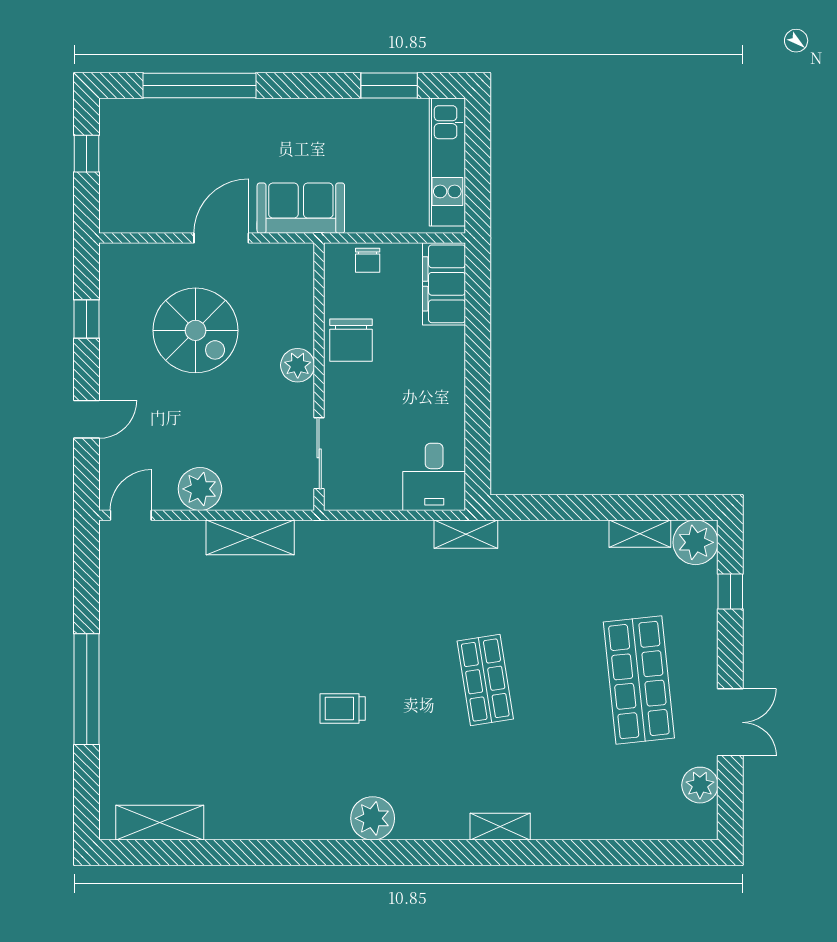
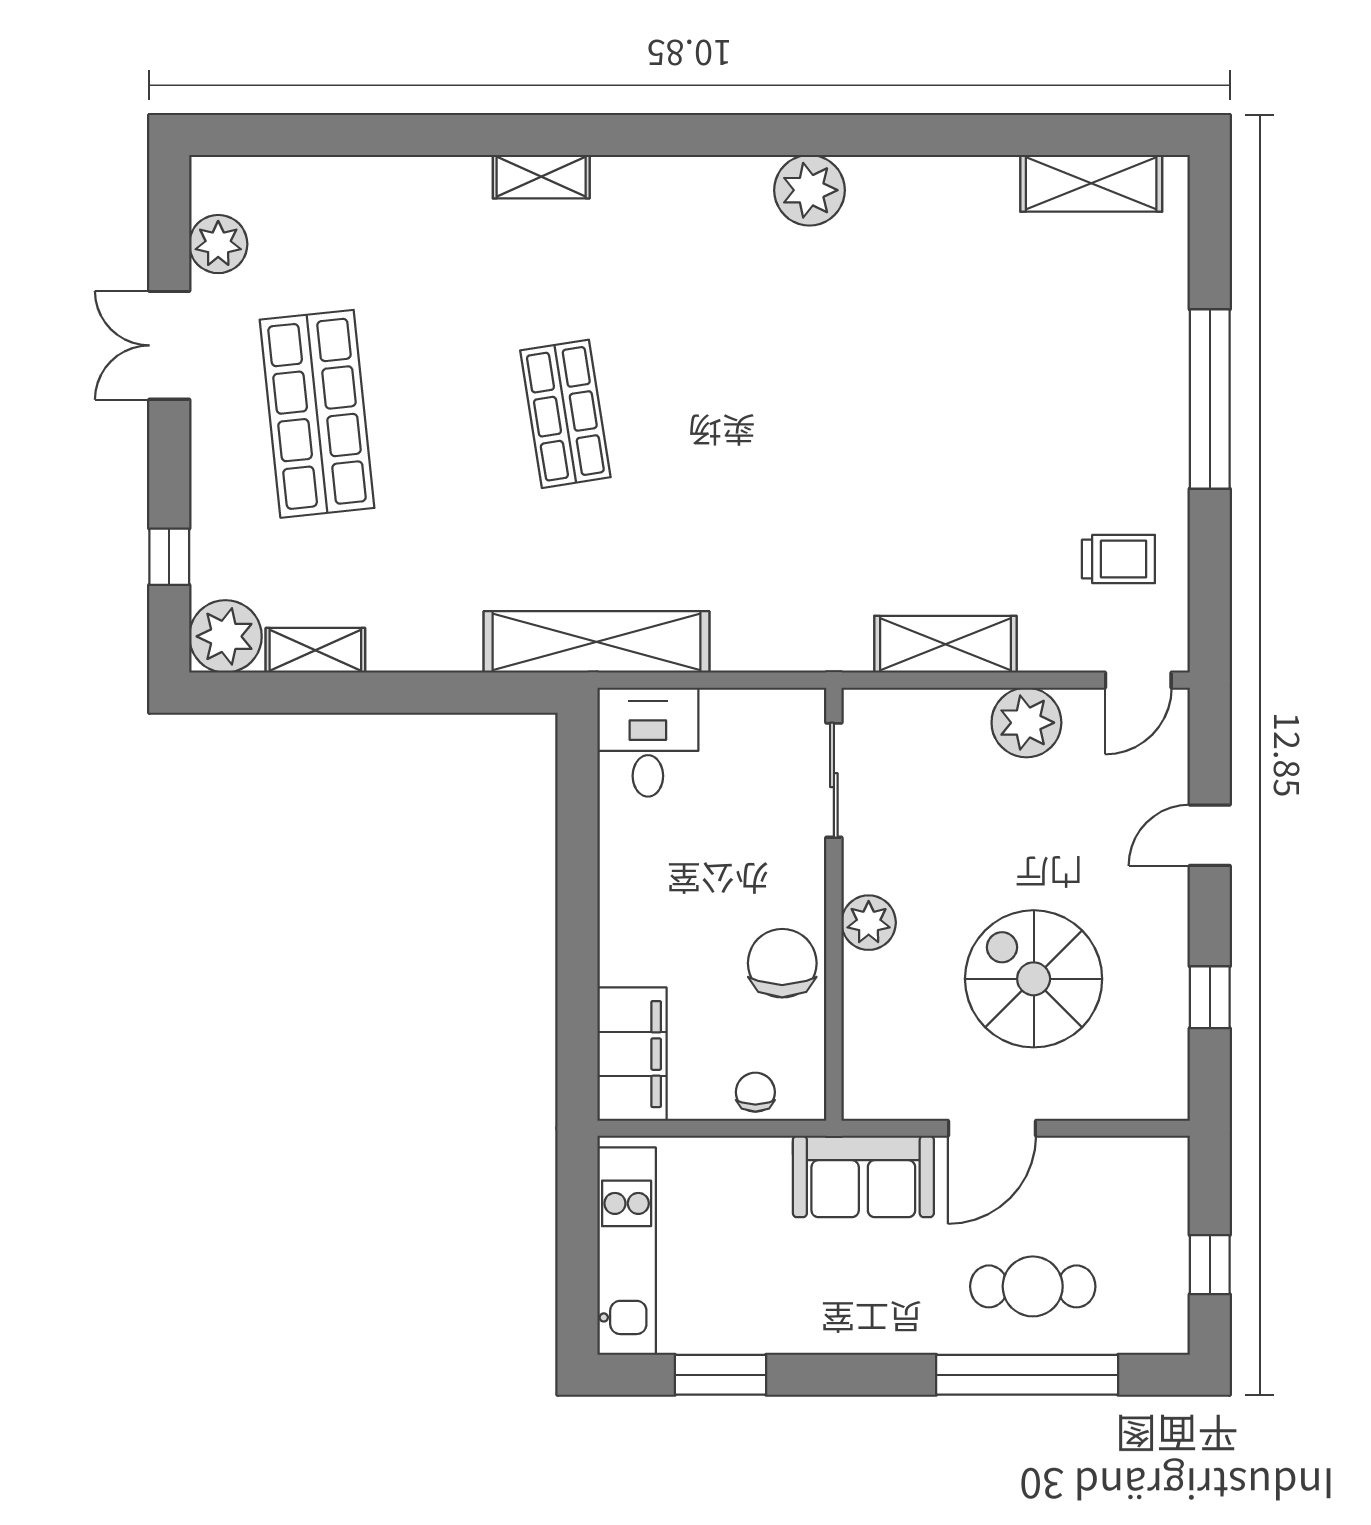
cafe table: (196, 140) -> (1033, 1286), added
shelving: (466, 534) -> (597, 642), width x2.20, depth x1.33
trolley: (343, 709) -> (1118, 559), moved
plant: (373, 818) -> (809, 190), moved

